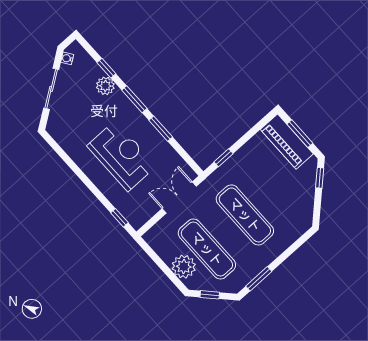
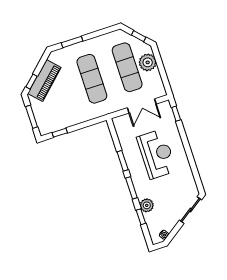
sliding door: (51, 89) -> (191, 210), moved
piano: (287, 142) -> (44, 81), moved, turned 47
reception desk: (122, 156) -> (157, 154), turned 180
window: (224, 158) -> (60, 133), moved
double door: (179, 197) -> (142, 106), moved
window: (259, 279) -> (72, 42), moved

